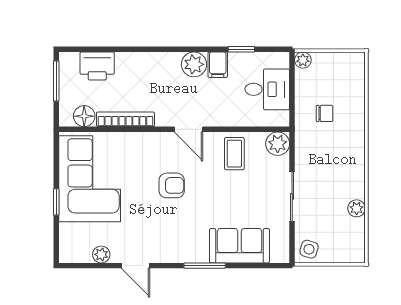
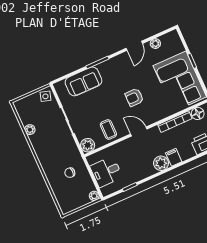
plant: (194, 64) -> (161, 163), moved
filing cabinet: (218, 65) -> (174, 157), moved
door: (136, 266) -> (134, 46), swing flipped

